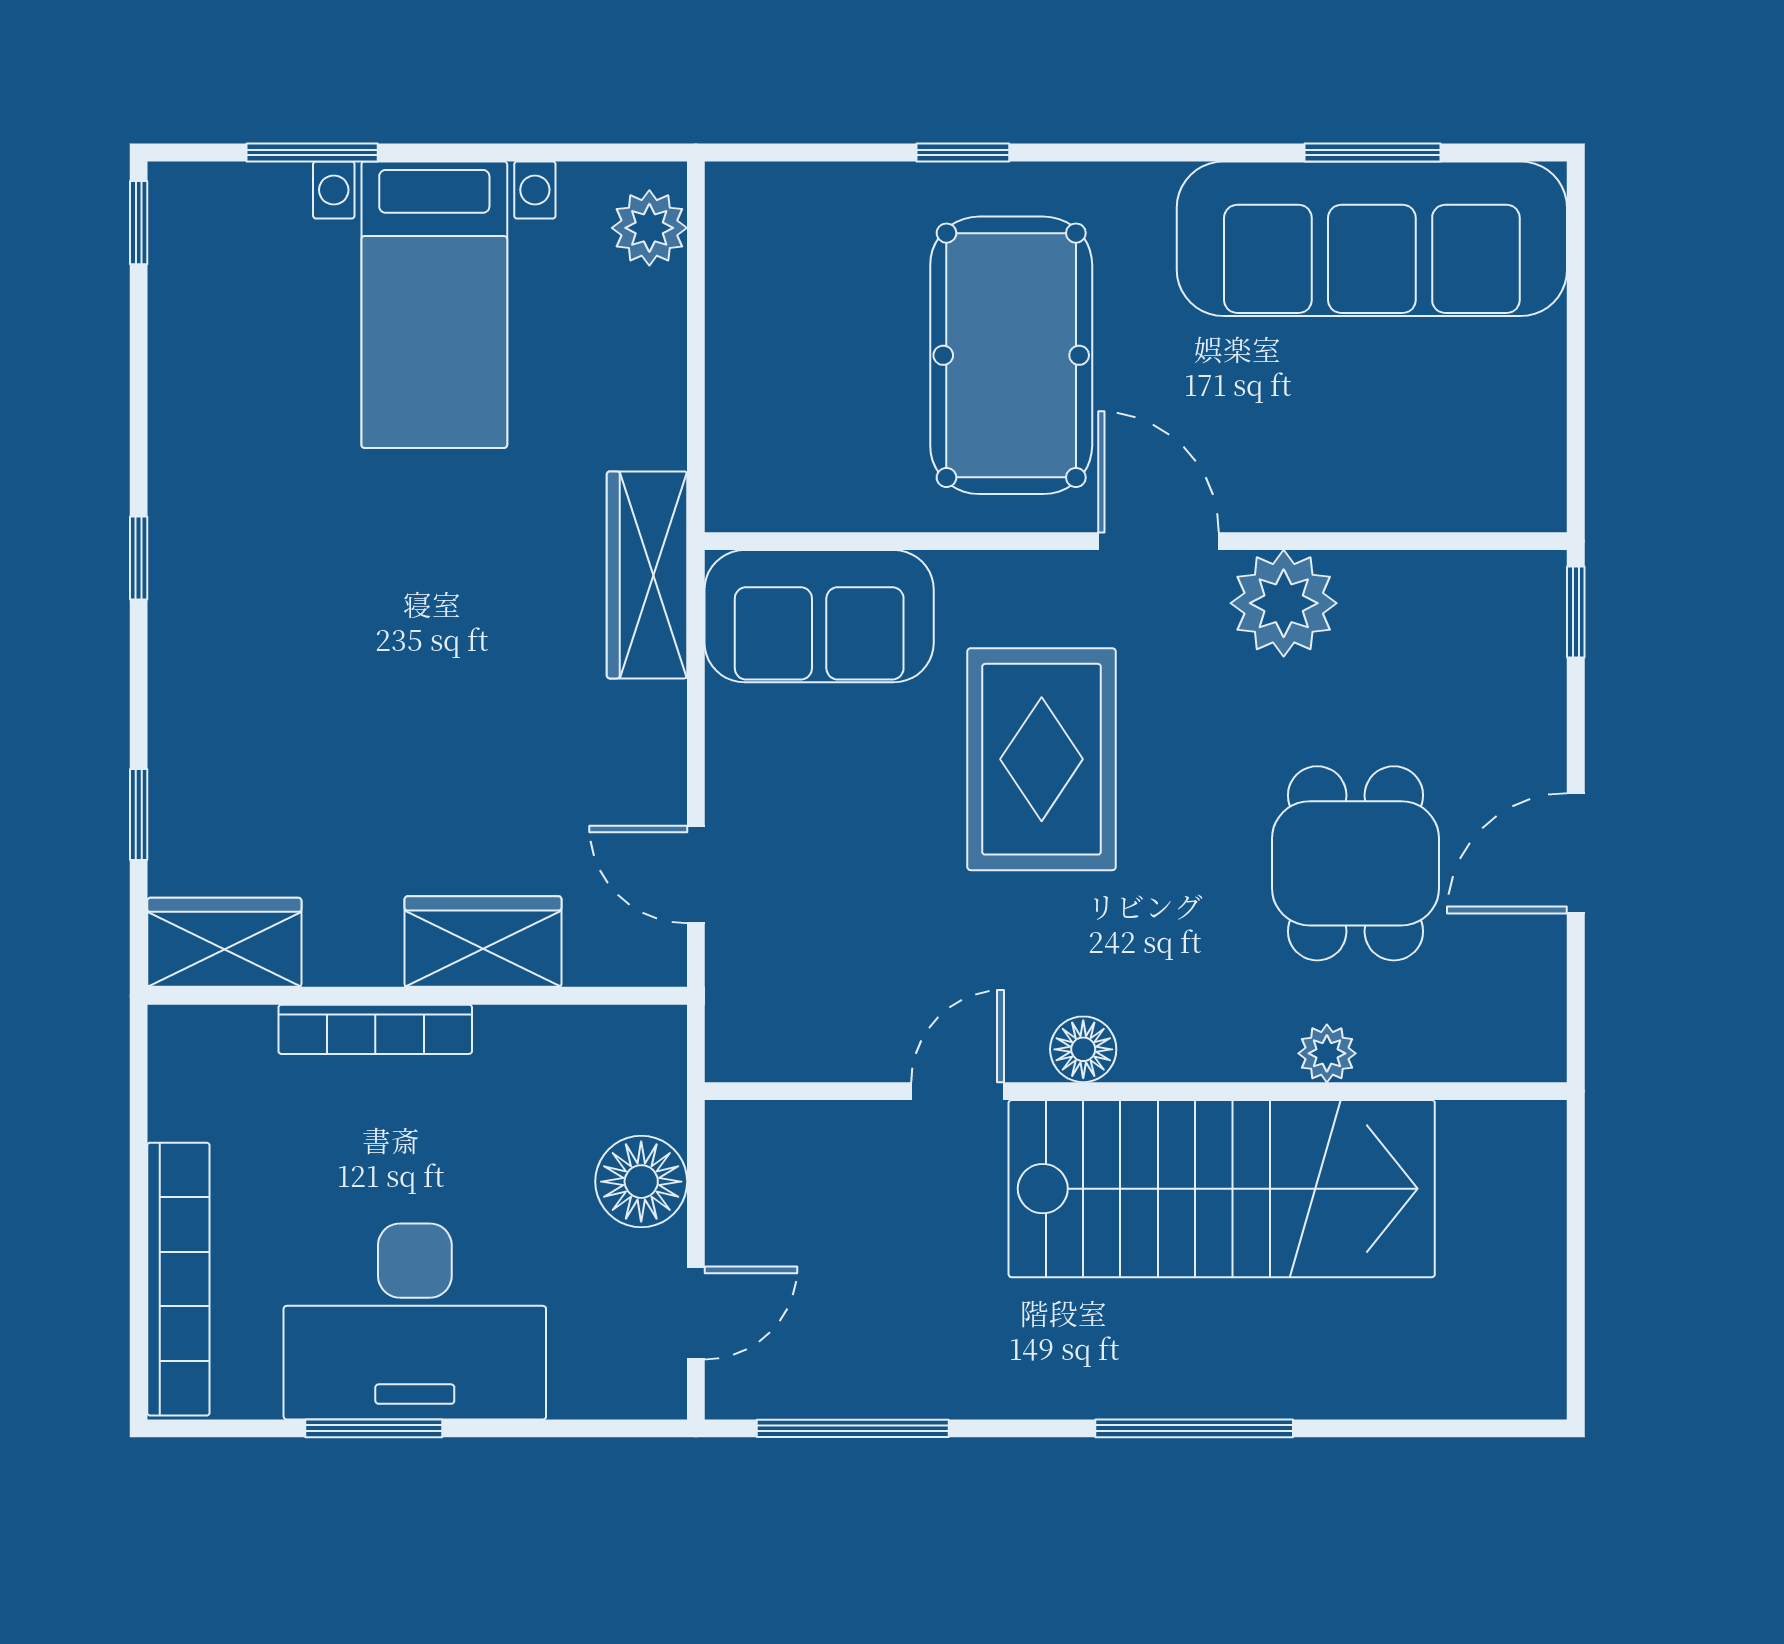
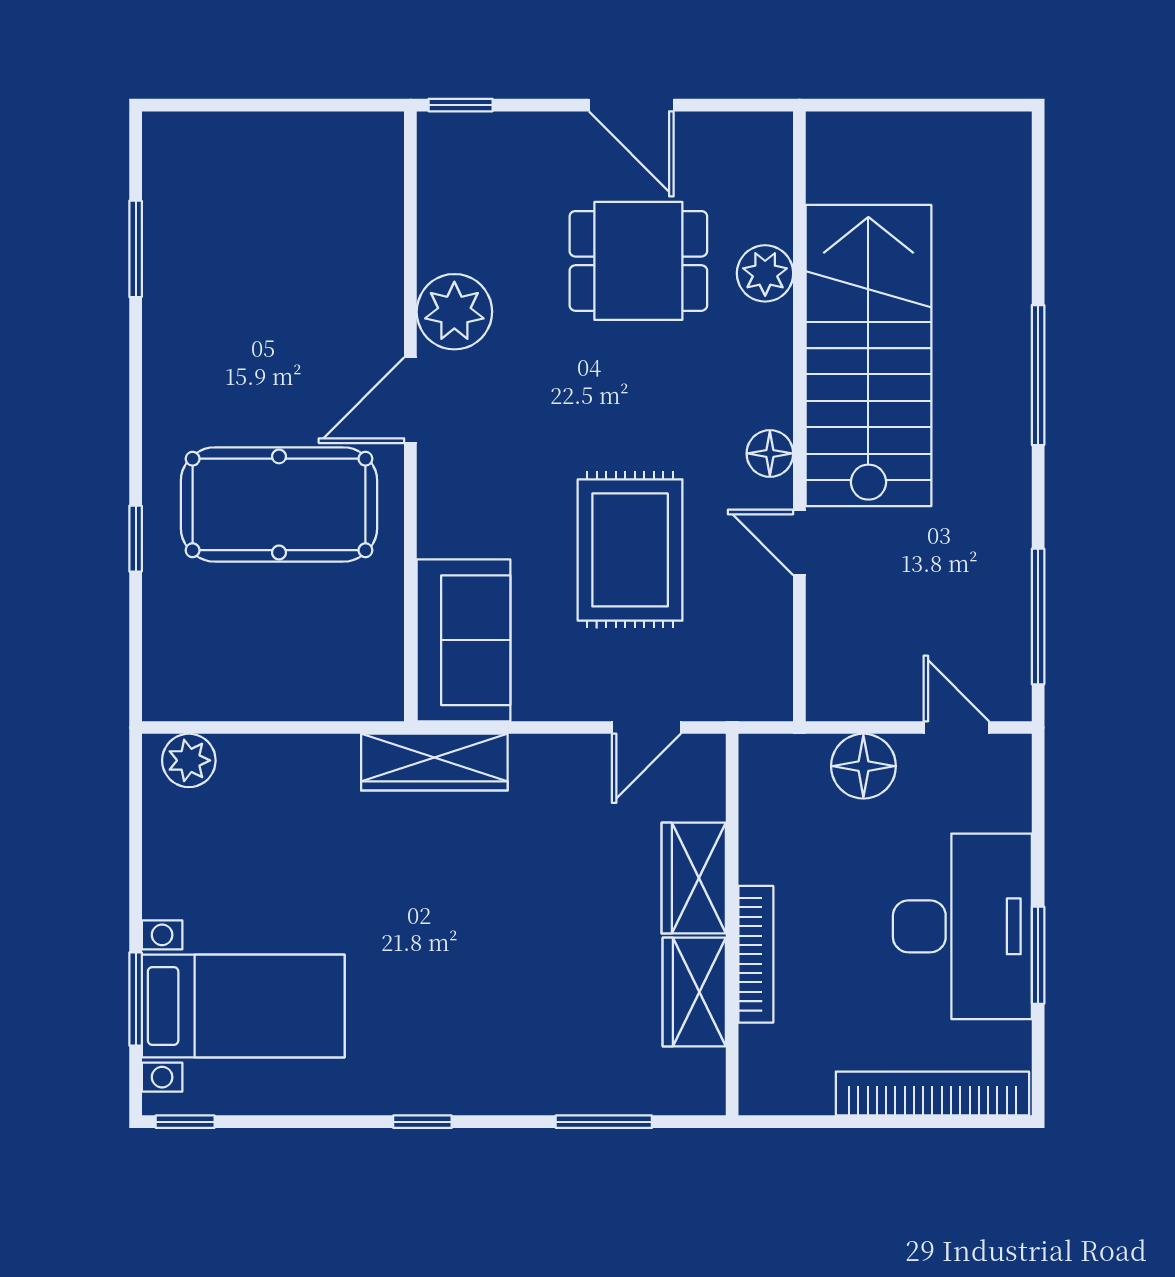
sofa: (1372, 239) -> (197, 249), removed
bed with nightstands: (434, 305) -> (243, 1006), moved
rug: (1042, 759) -> (630, 550), moved, turned 90
window: (139, 814) -> (604, 1122), width x1.50
wardrobe: (224, 942) -> (694, 992), moved
plant: (1327, 1053) -> (765, 273), width x1.38, depth x1.38

